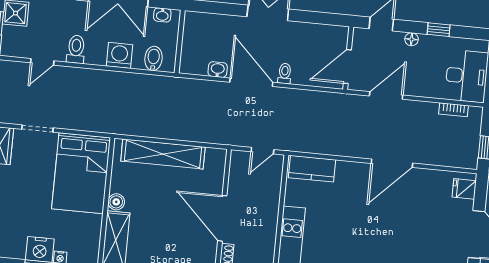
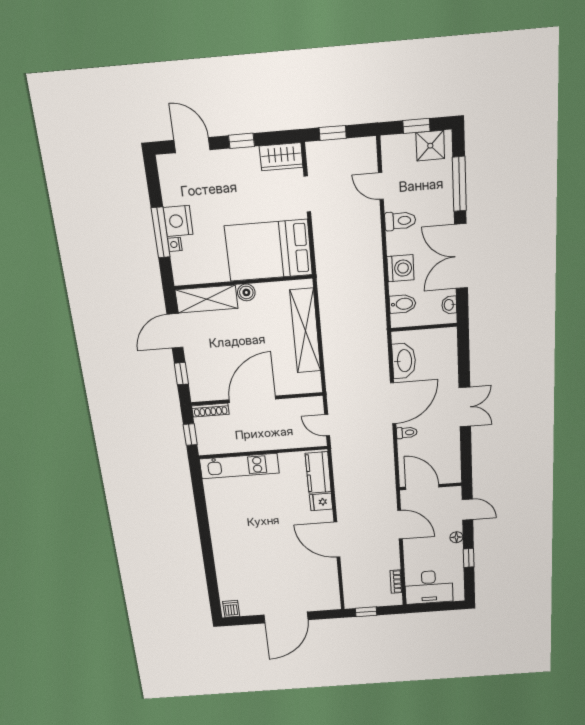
washbasin: (218, 70) -> (404, 361), width x1.91, depth x1.45
fridge: (464, 189) -> (321, 502), moved, turned -90

